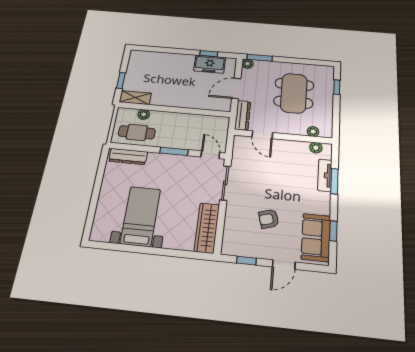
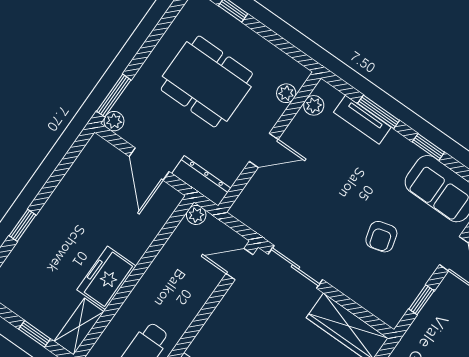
window: (209, 54) -> (23, 225), moved
freezer: (210, 64) -> (106, 278), moved, turned 180
plant: (144, 114) -> (196, 215), moved
door: (262, 135) -> (264, 150), moved
window: (174, 151) -> (205, 314), removed
window: (333, 231) -> (428, 147), moved

